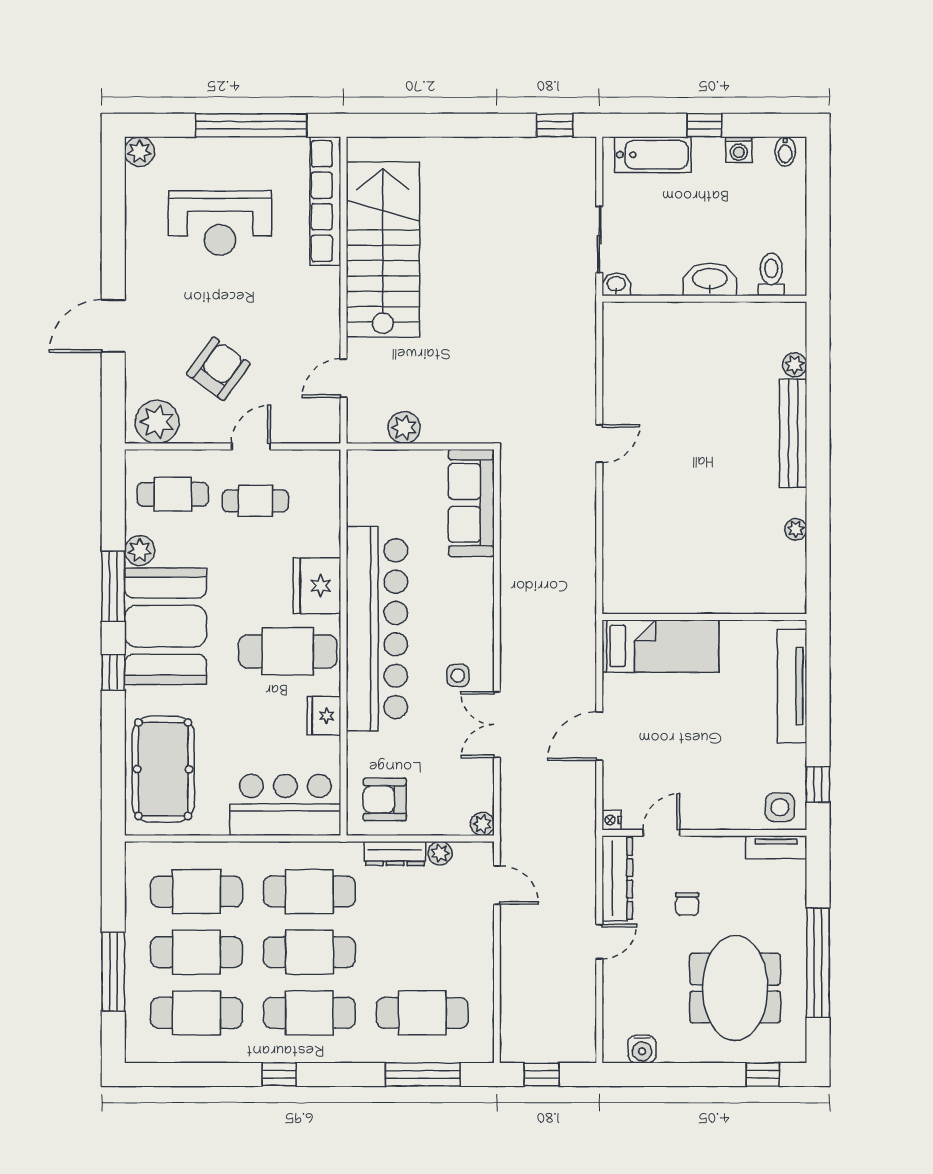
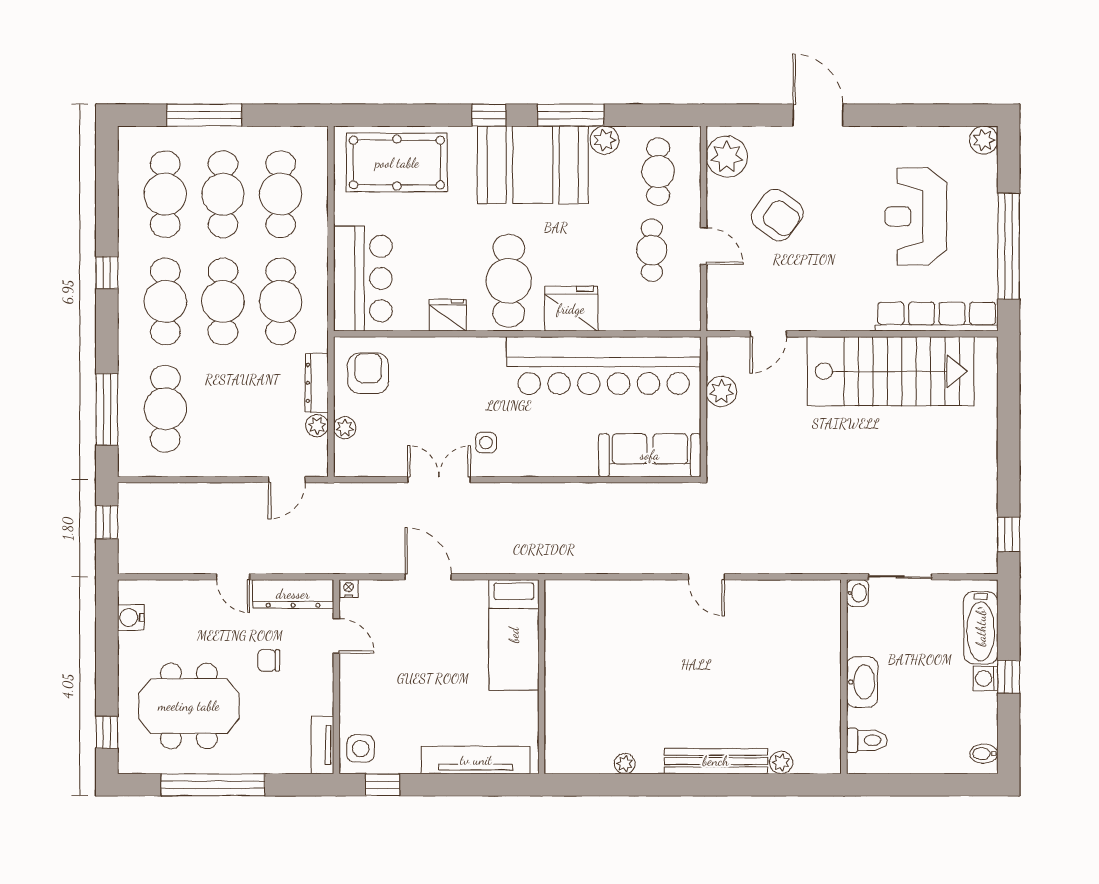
washing machine: (739, 150) -> (986, 678), moved
door: (343, 378) -> (768, 334), swing flipped
bar counter: (377, 629) -> (604, 366), moved
plant: (482, 824) -> (345, 428), moved

